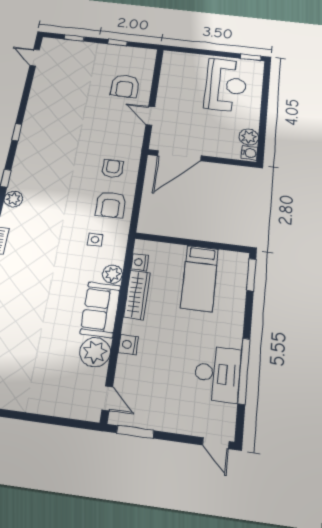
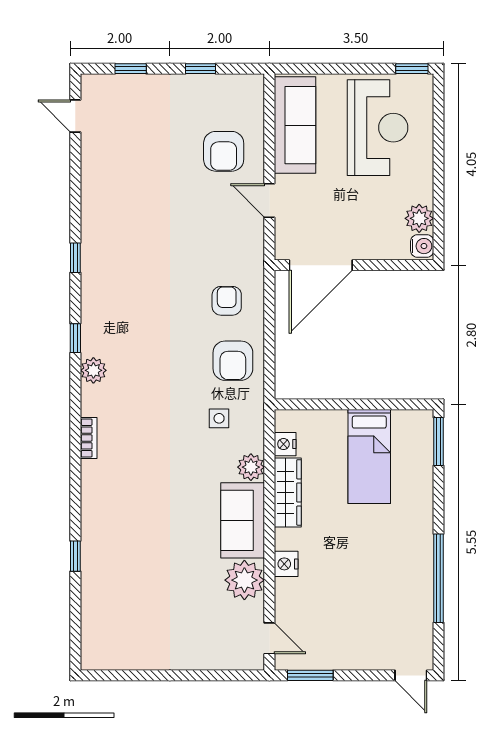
sofa: (173, 78) -> (295, 125), added
desk: (218, 374) -> (405, 587), removed

